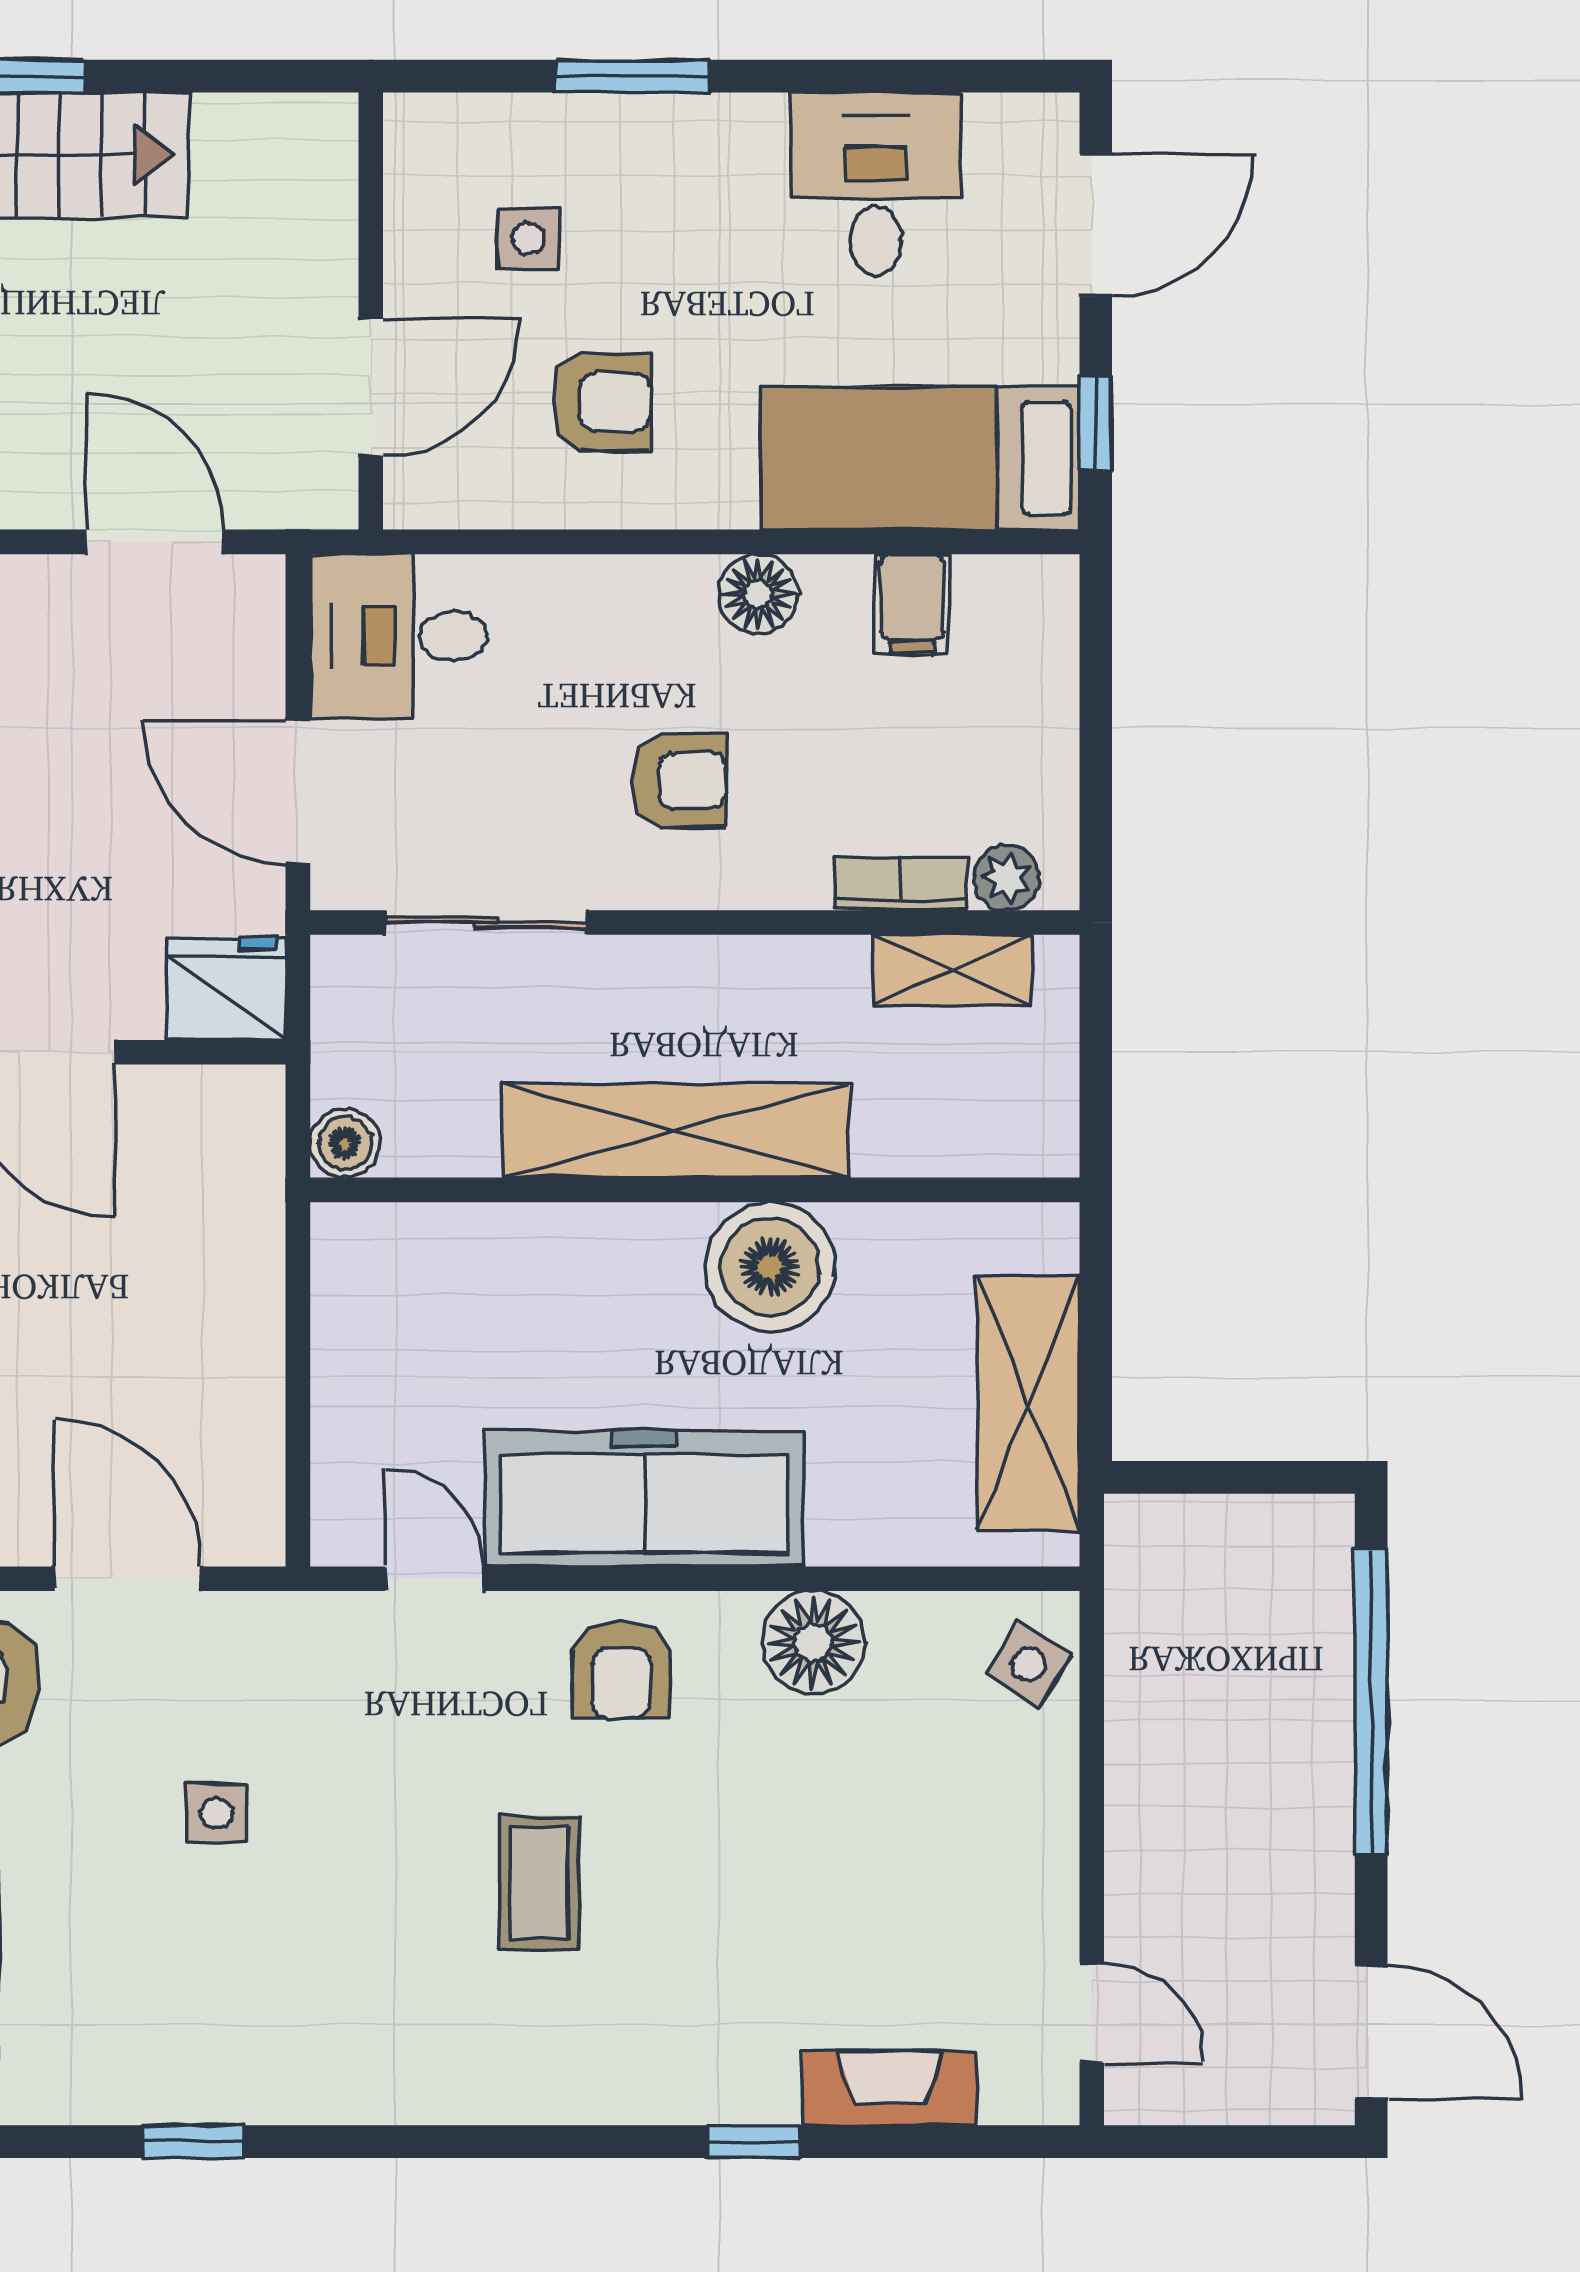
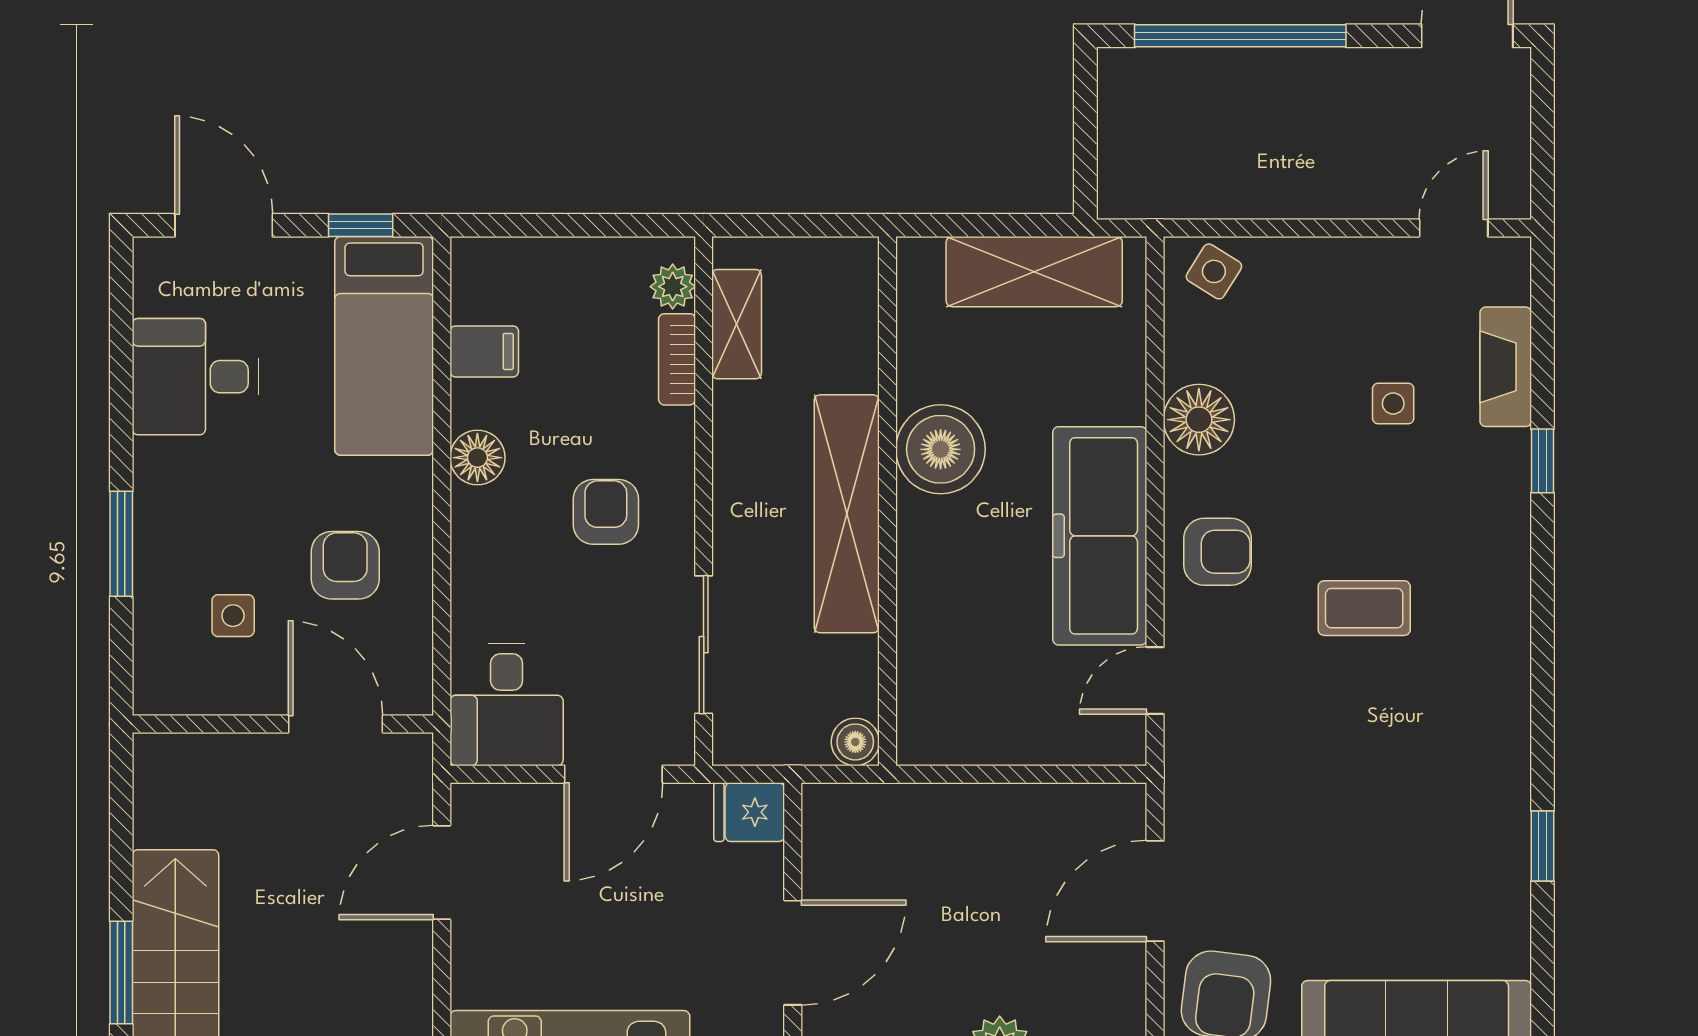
fridge: (226, 989) -> (749, 812), width x0.72
side table: (216, 1813) -> (1393, 404), moved

